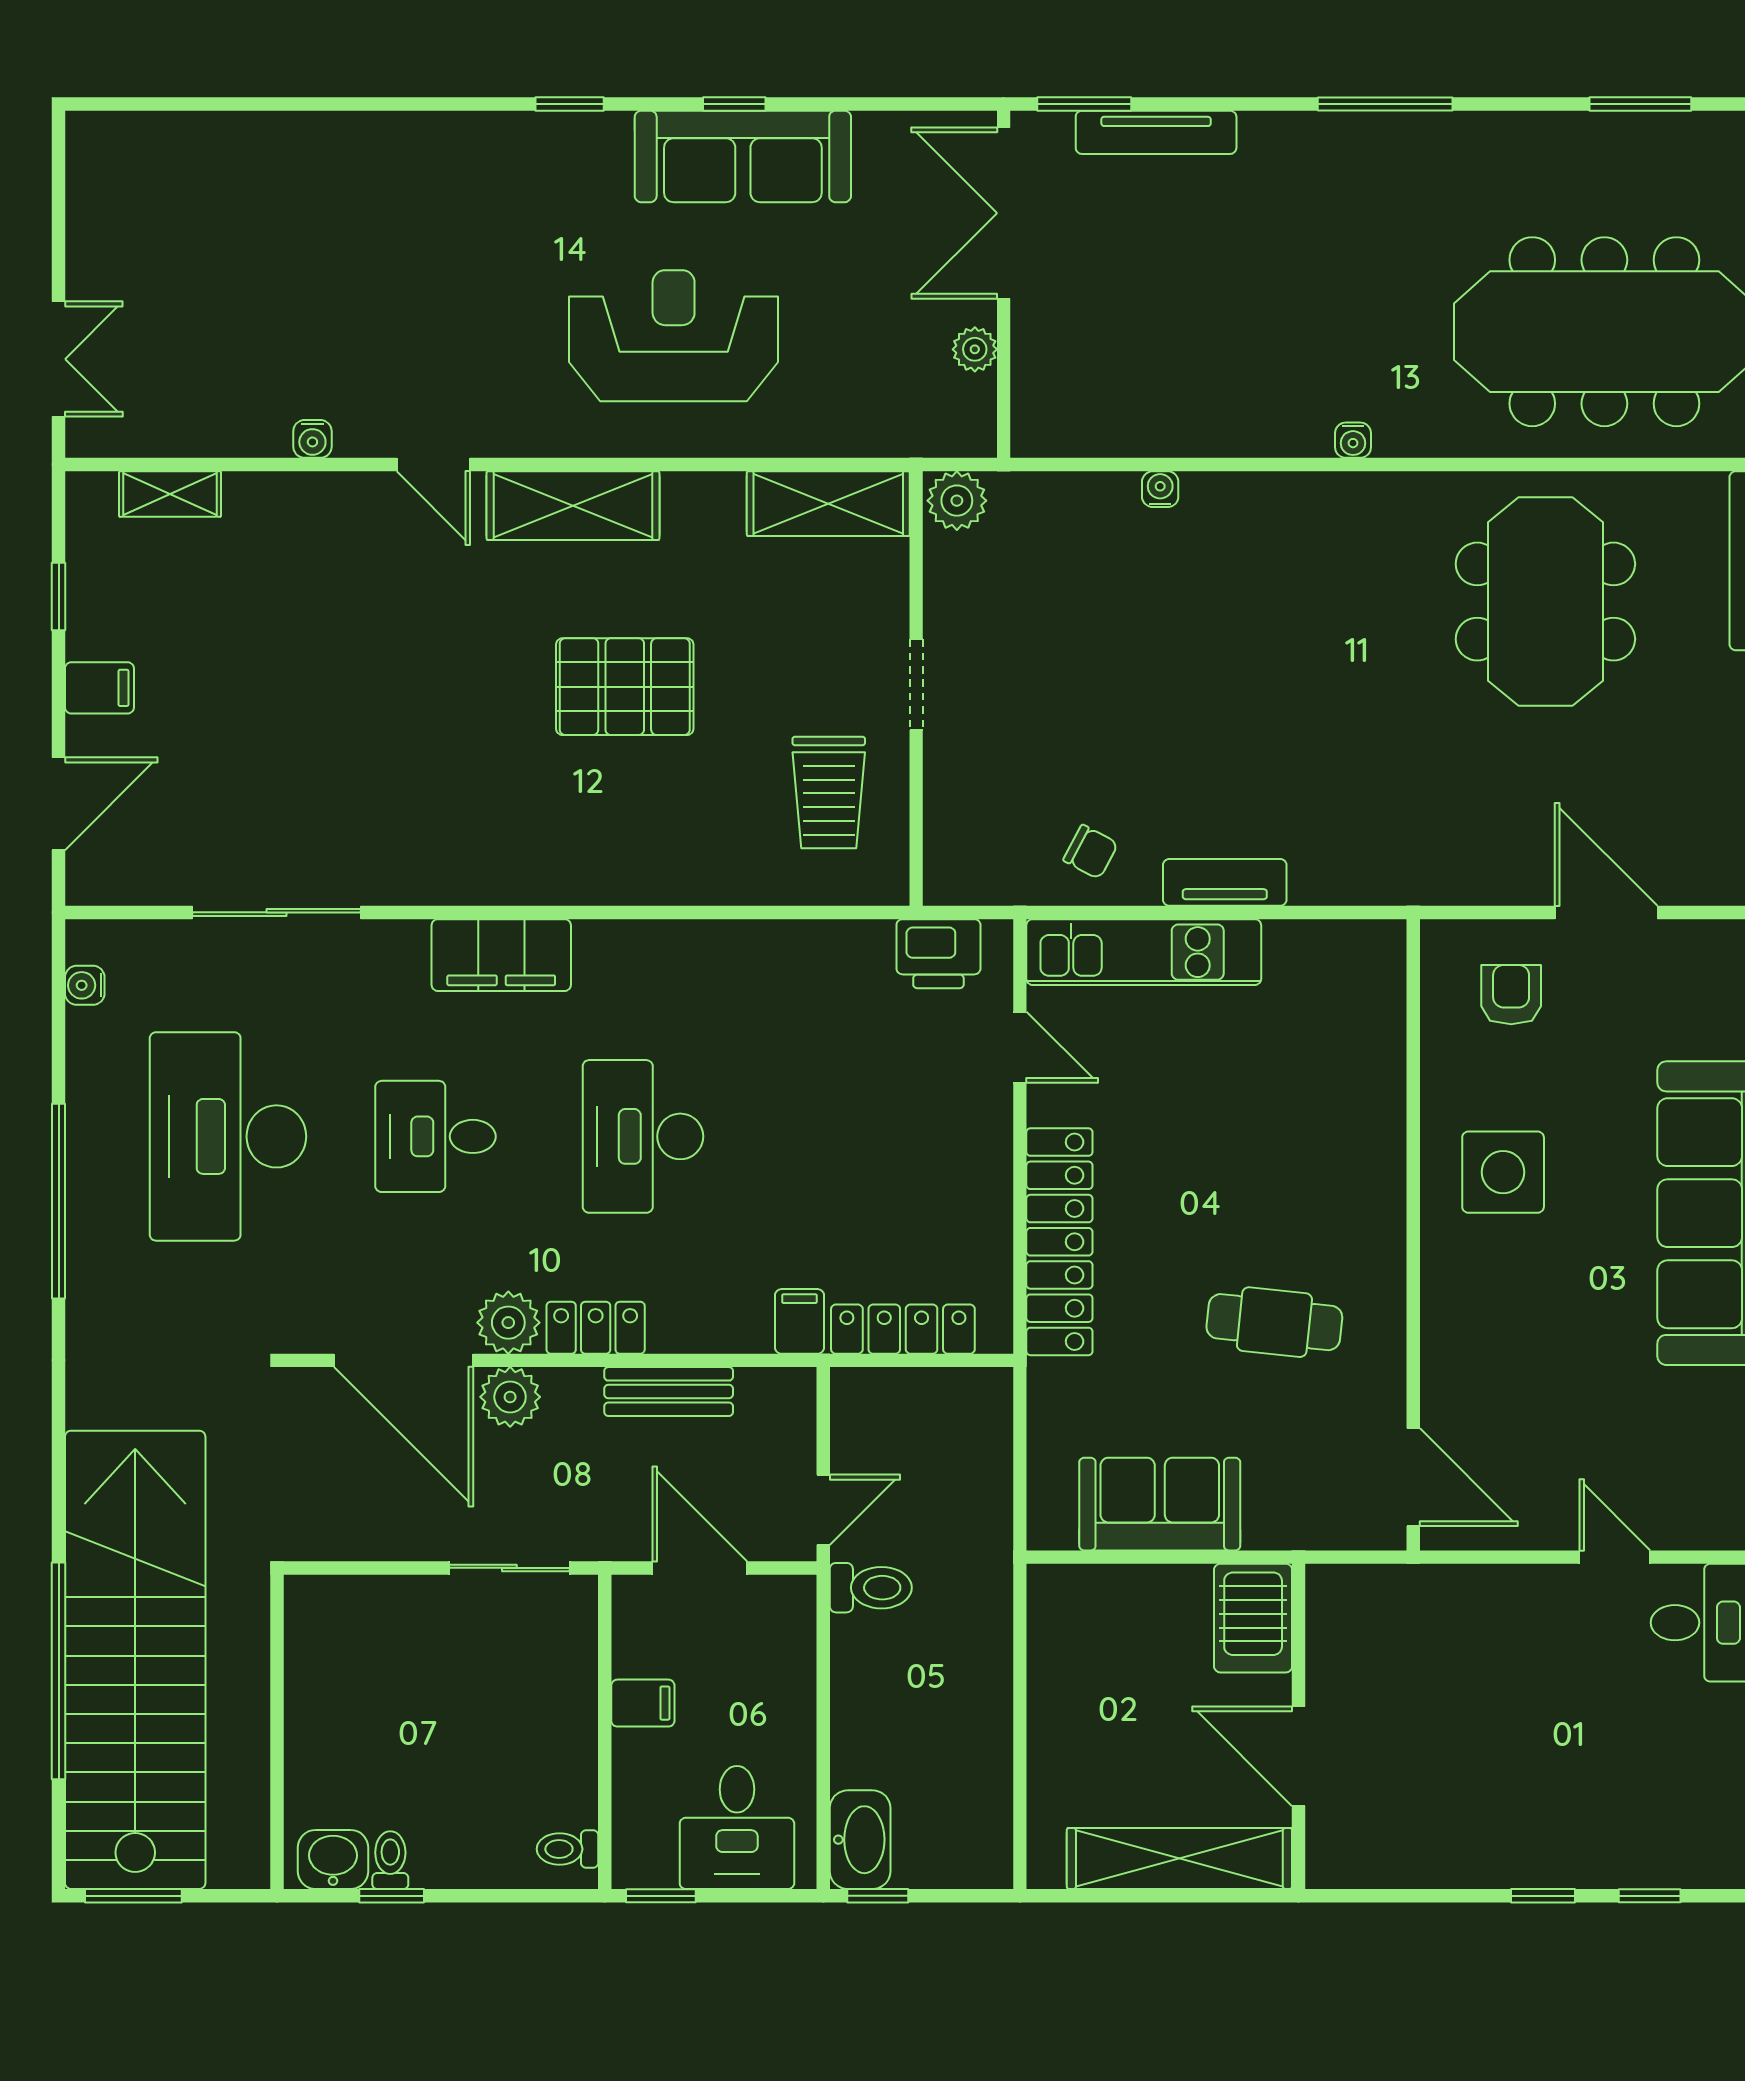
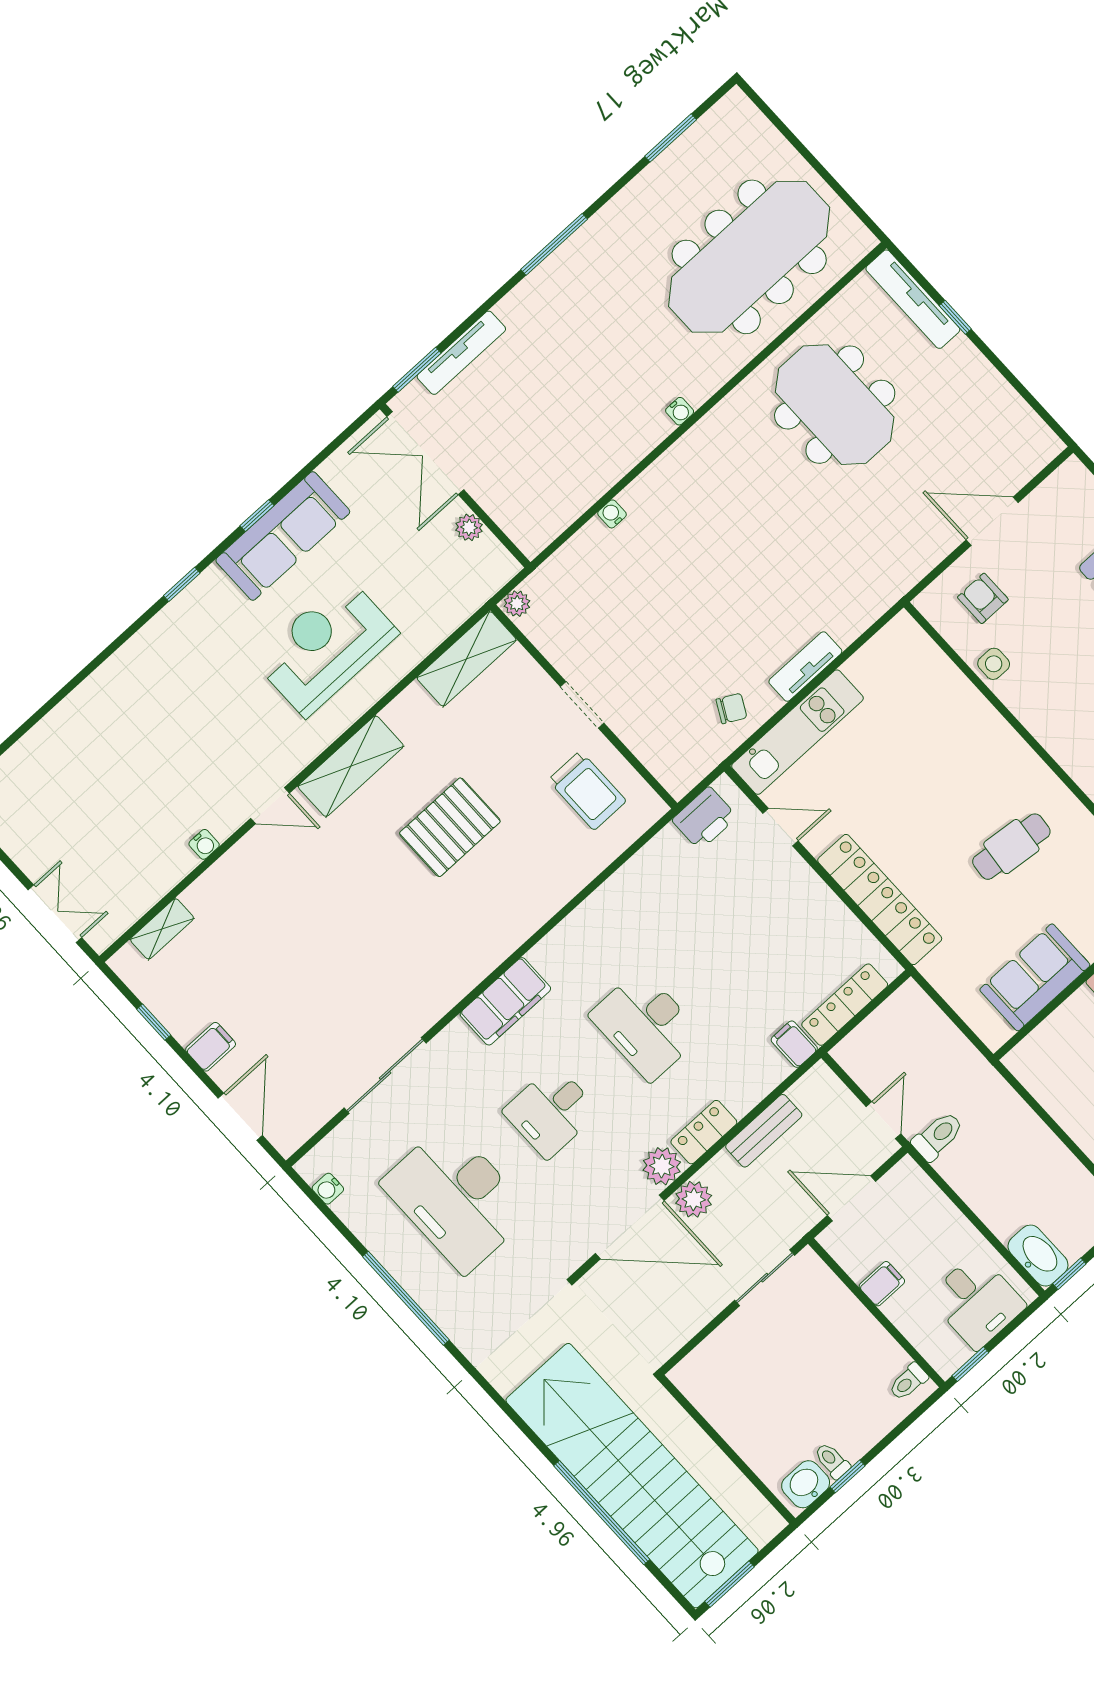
plant: (957, 501) -> (517, 604), width x0.73, depth x0.73
side table: (1503, 1172) -> (994, 664), moved, width x0.54, depth x0.54

